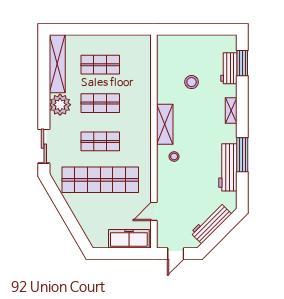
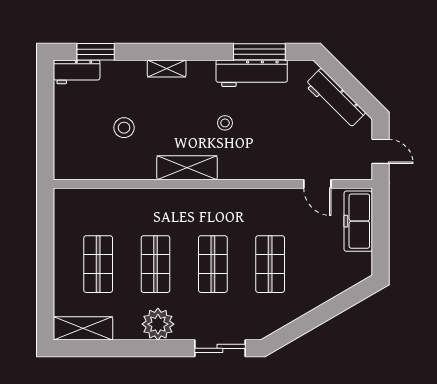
shelving: (57, 64) -> (83, 328), width x0.68
workbench: (229, 68) -> (77, 72), moved
window: (242, 155) -> (259, 52), moved
stool: (174, 156) -> (225, 123), moved
shop shelf: (100, 180) -> (270, 264), width x0.50, depth x0.74

